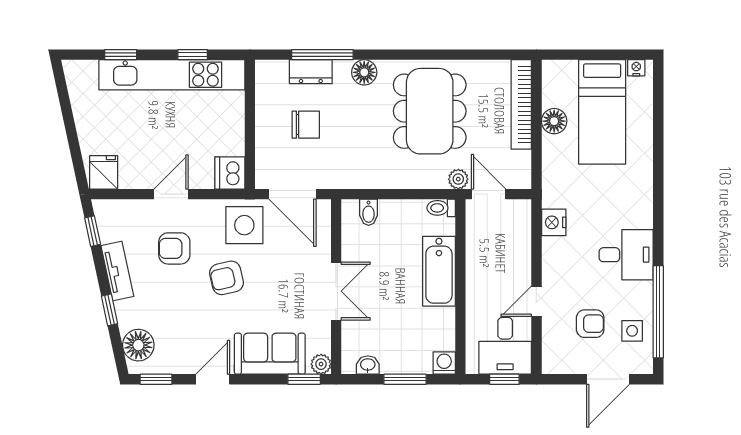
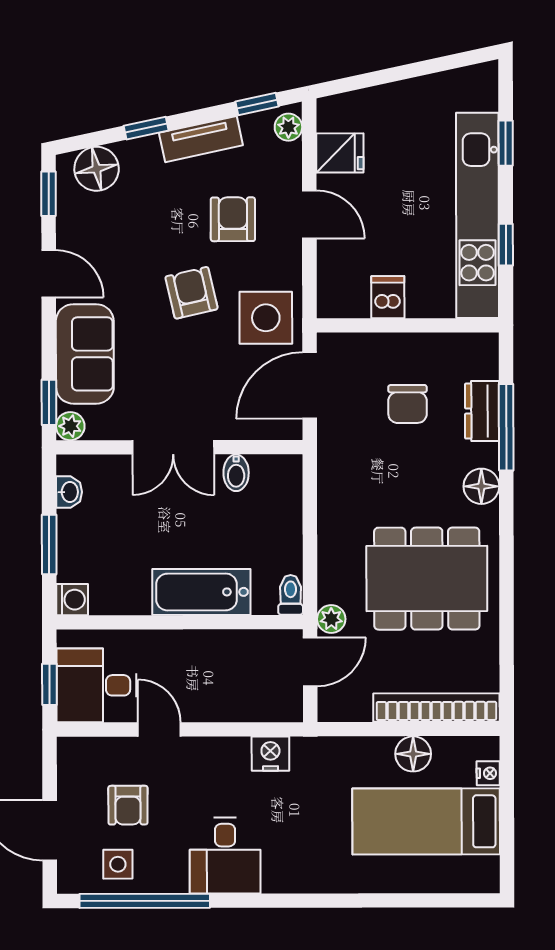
nightstand: (636, 68) -> (488, 773), moved
fridge: (104, 172) -> (340, 153), moved
dishwasher: (230, 173) -> (388, 297), moved, width x0.73
plant: (109, 209) -> (288, 127), added
bidet: (369, 212) -> (236, 473), moved, turned -90

